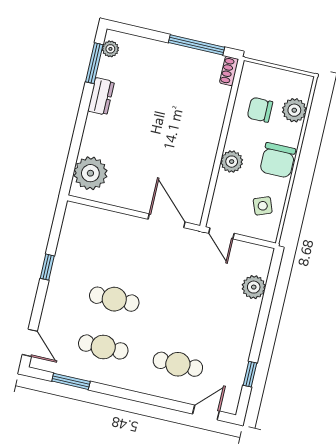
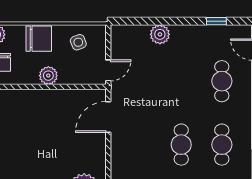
plant: (254, 287) -> (160, 34), moved

